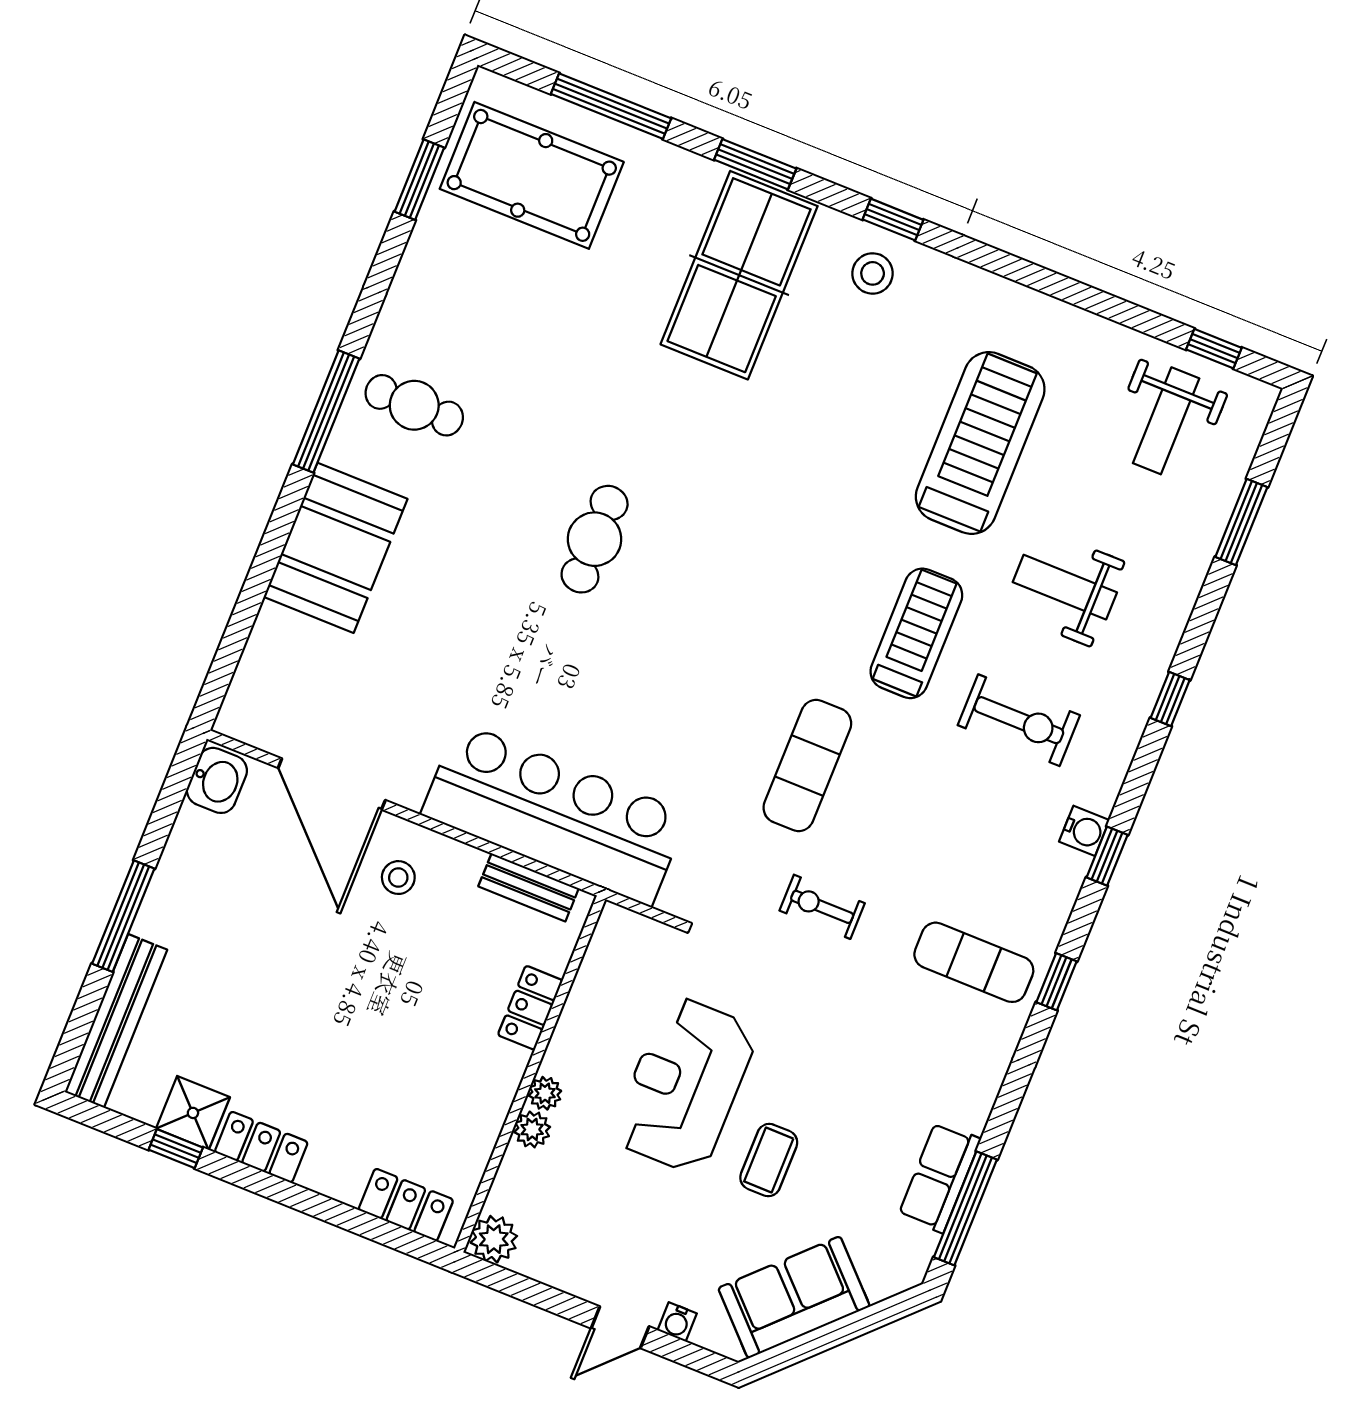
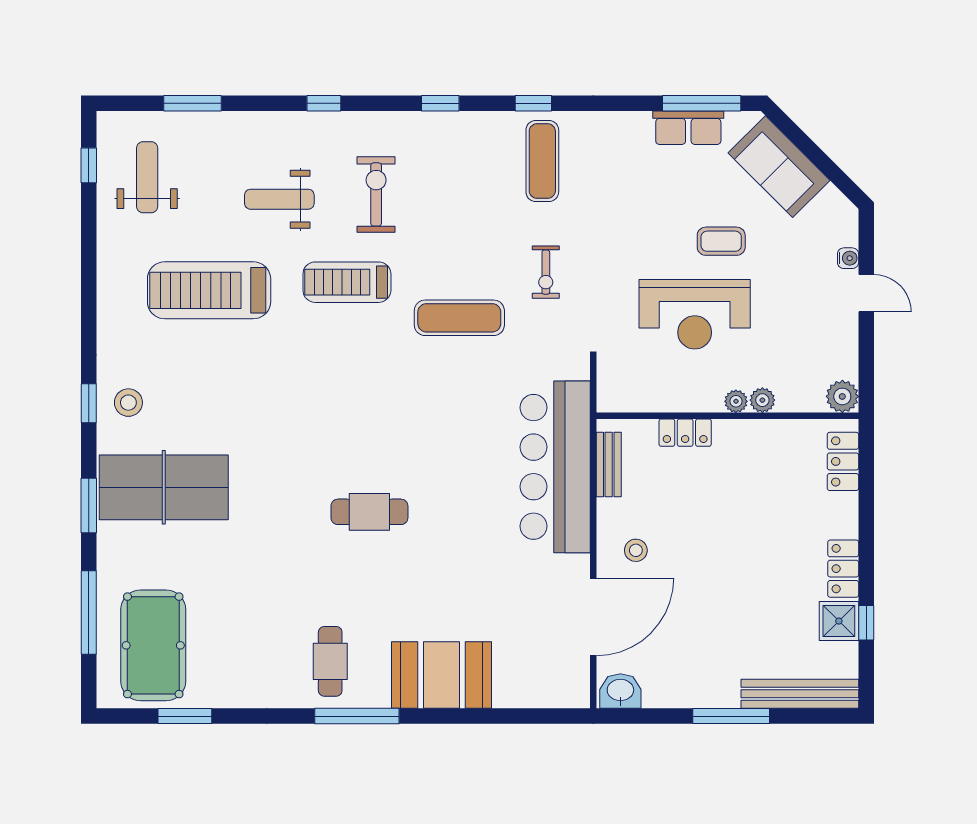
weight bench: (1166, 421) -> (147, 177), turned -90
weight bench: (1065, 587) -> (279, 199), turned 90
water cooler: (1084, 831) -> (430, 124), removed
sofa: (794, 1297) -> (779, 167), moved

